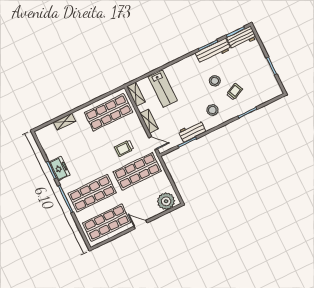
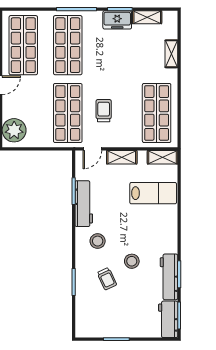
lab bench: (163, 89) -> (153, 193), turned 180
workbench: (192, 131) -> (84, 204), width x1.38
shelving: (48, 150) -> (147, 17), added

